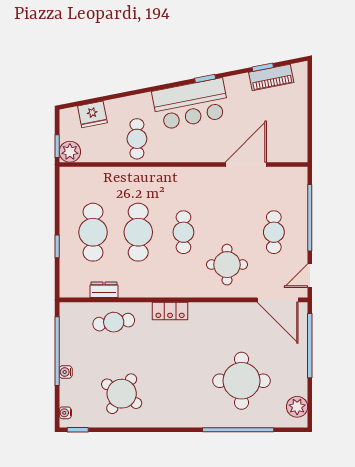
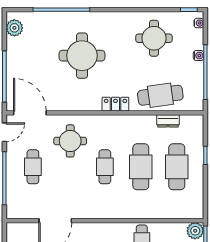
cafe table: (114, 322) -> (160, 95), width x1.37, depth x1.35
round table: (241, 381) -> (82, 56), moved
round table: (122, 394) -> (154, 38), turned -33

